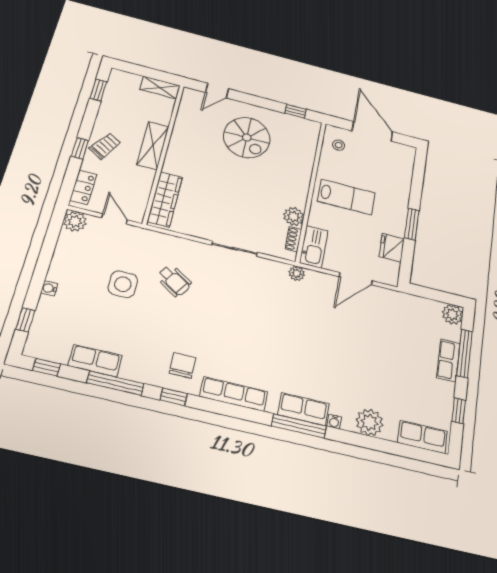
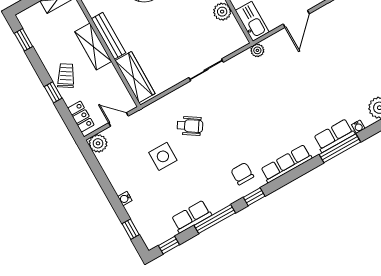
bench: (175, 149) -> (109, 36), added
shoe rack: (293, 239) -> (236, 28), removed

